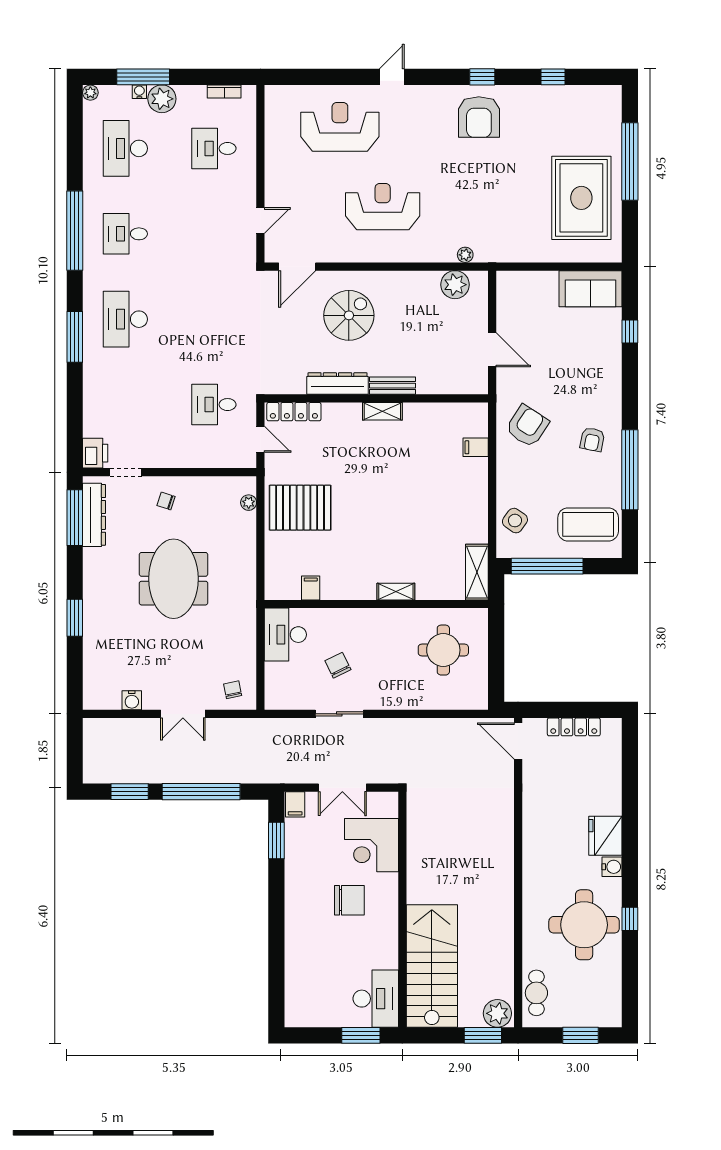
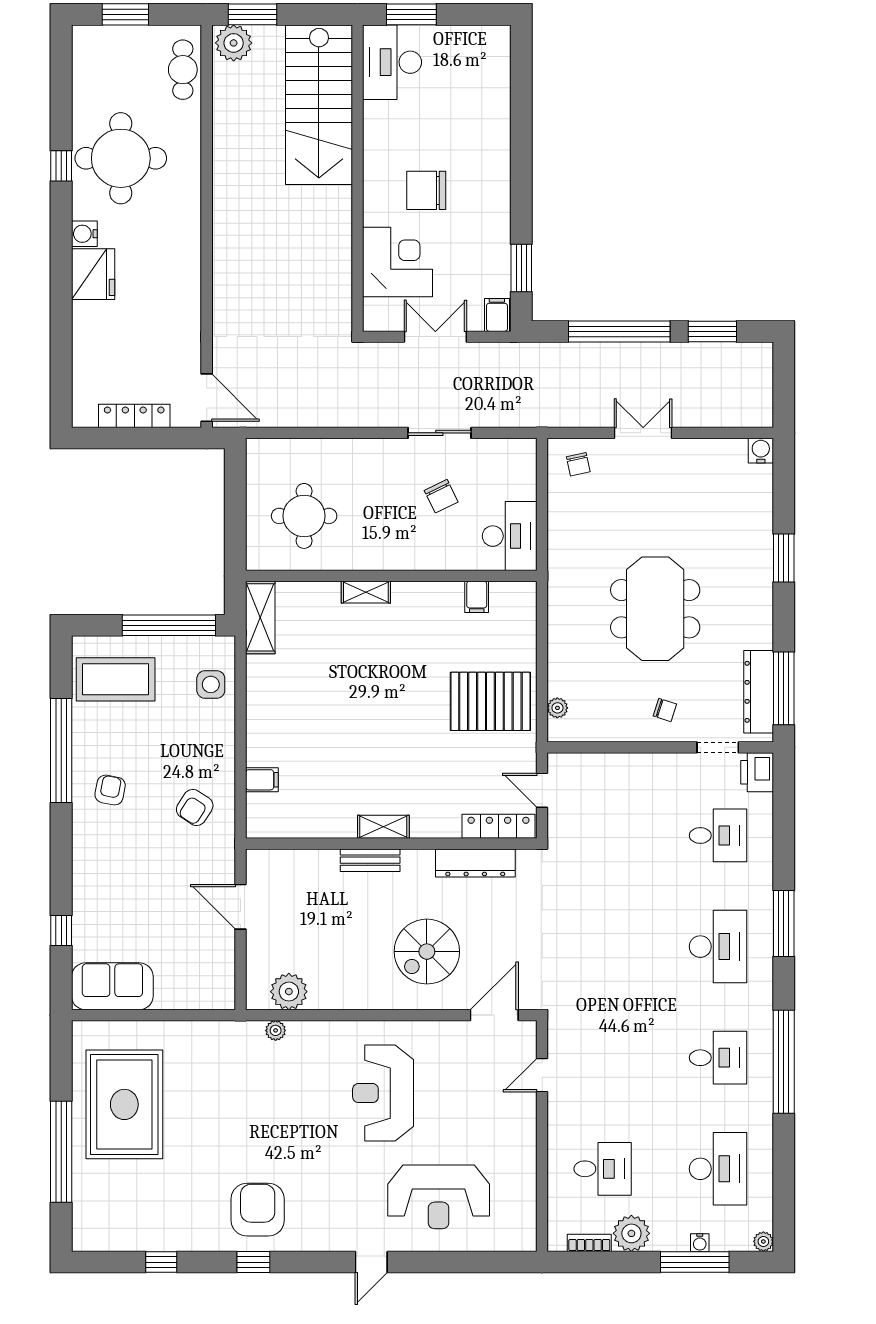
plant: (162, 99) -> (631, 1233), moved
reception desk: (383, 207) -> (383, 1093), turned 90
dresser: (337, 383) -> (475, 863), moved
desk: (214, 405) -> (718, 835), moved
armchair: (527, 426) -> (195, 807), width x0.72, depth x0.72
side table: (515, 521) -> (211, 684), turned -35
water cooler: (132, 700) -> (761, 451), moved

